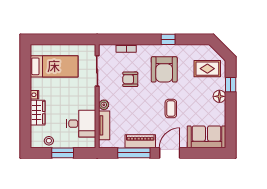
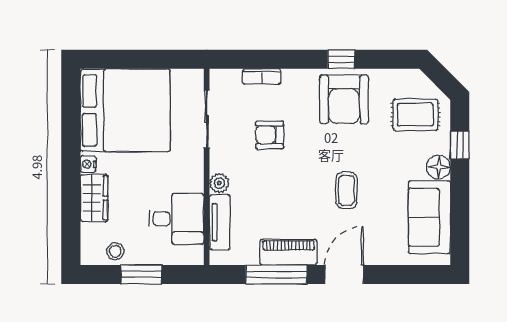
bed: (54, 66) -> (125, 110), width x2.04
armchair: (164, 69) -> (344, 99), moved
sofa: (206, 137) -> (429, 217), moved, turned -90

